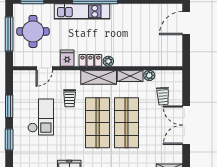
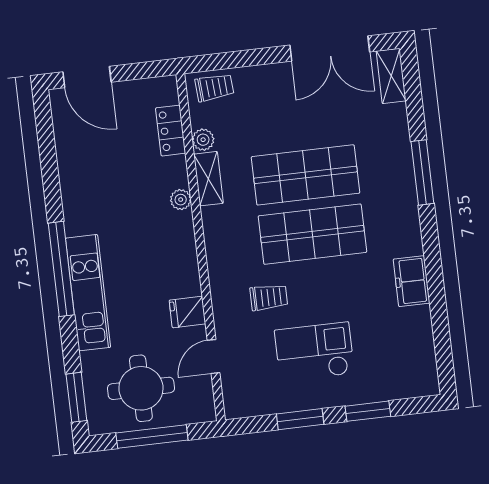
locker: (90, 60) -> (171, 131), moved
plant: (108, 61) -> (181, 200), moved
door: (44, 68) -> (214, 356), swing flipped
shelving: (99, 77) -> (219, 243), removed
trolley: (163, 96) -> (214, 87), moved
double door: (186, 125) -> (330, 48), moved

